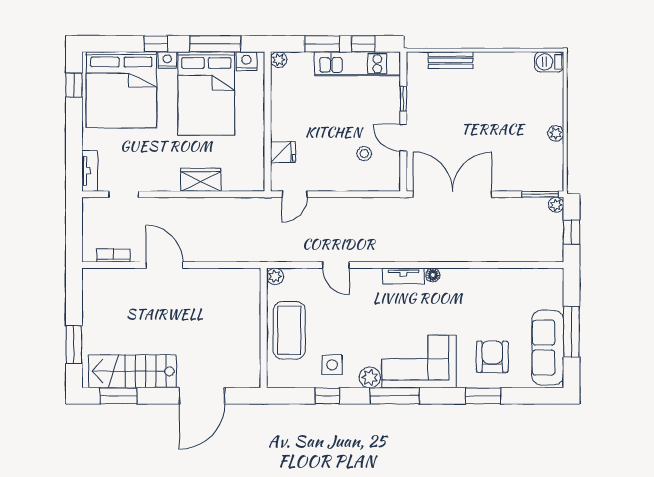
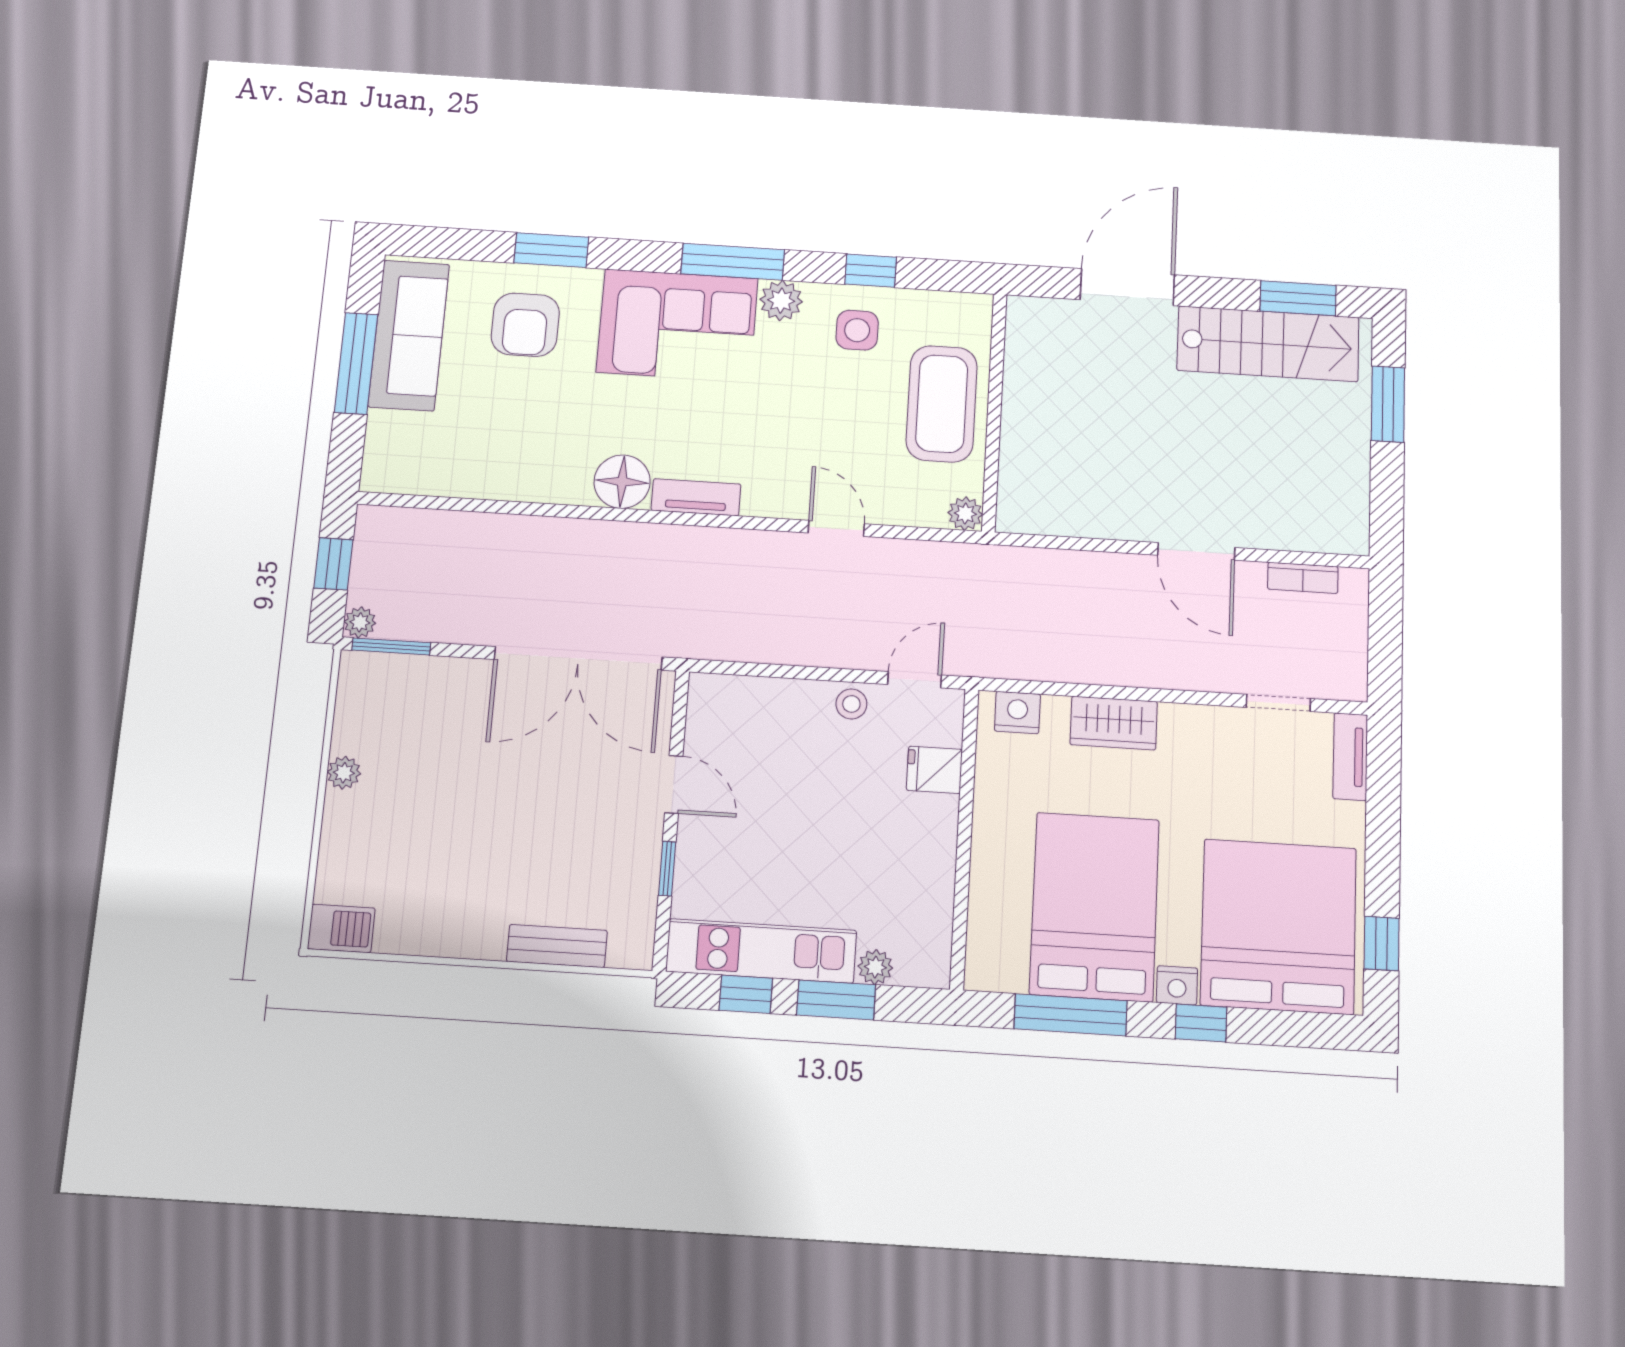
plant: (279, 60) -> (875, 967), moved
nightstand: (246, 61) -> (1017, 713), moved, turned 180
stool: (364, 154) -> (851, 704), moved
floor lamp: (433, 275) -> (622, 482), width x1.89, depth x1.89

